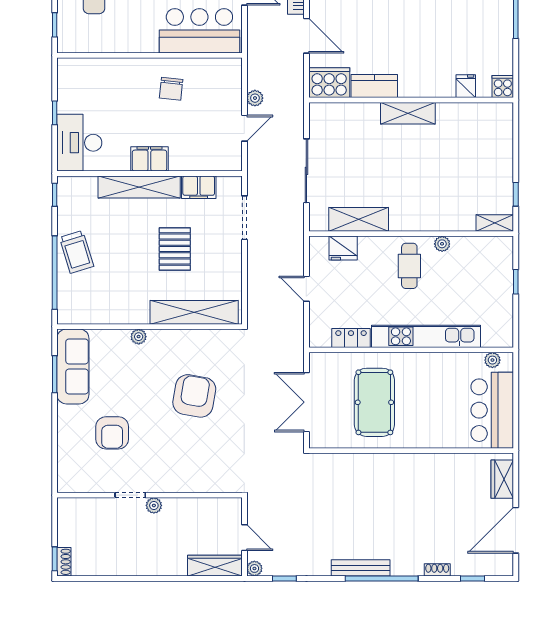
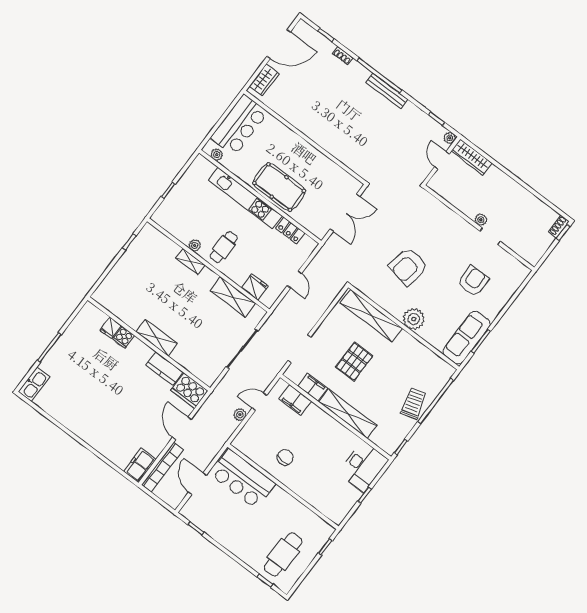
cooker: (503, 86) -> (123, 337), moved
filing cabinet: (149, 159) -> (295, 400), moved
shelving: (495, 223) -> (190, 261), moved
plant: (139, 337) -> (414, 319), width x1.87, depth x1.87
pool table: (374, 402) -> (279, 187), moved, turned 90

